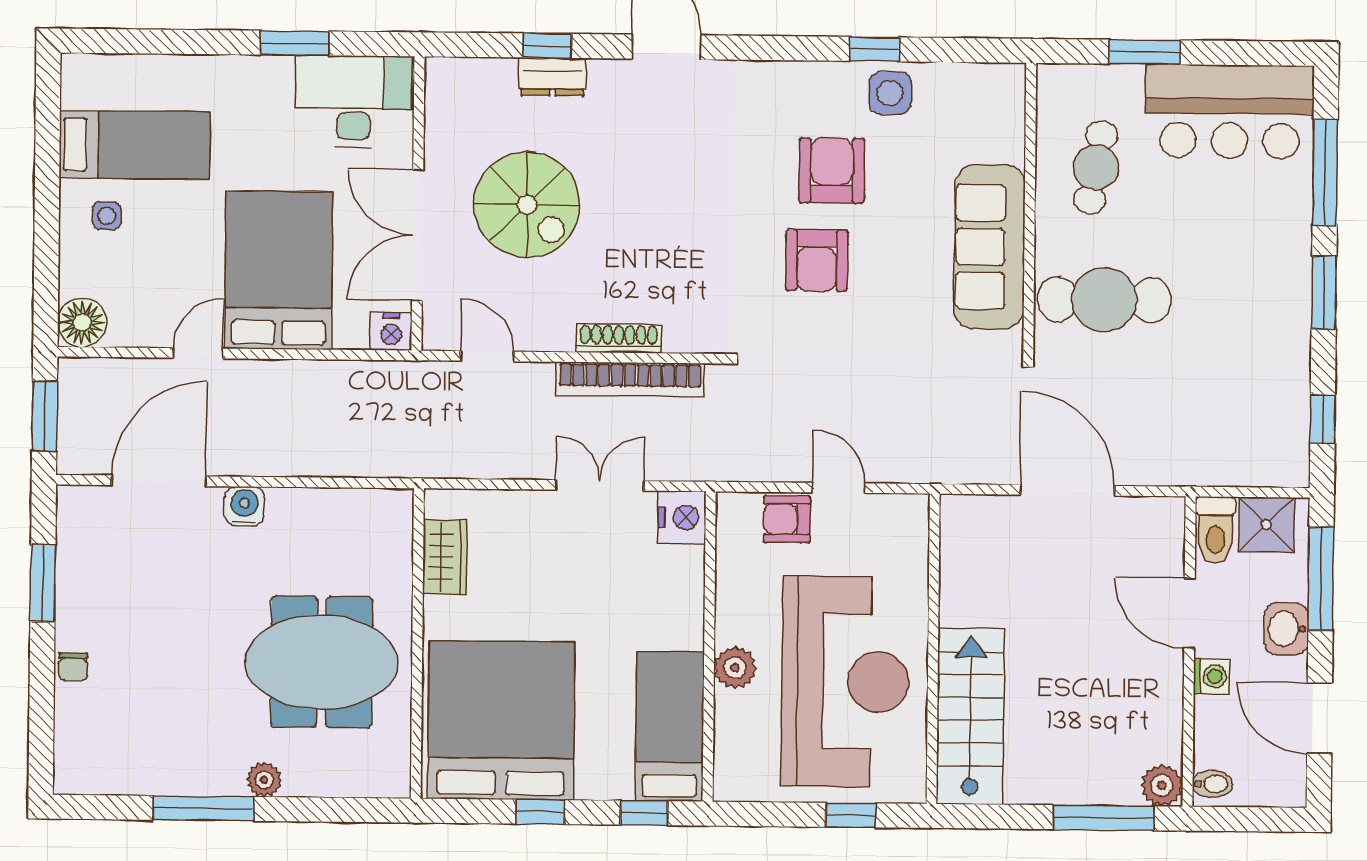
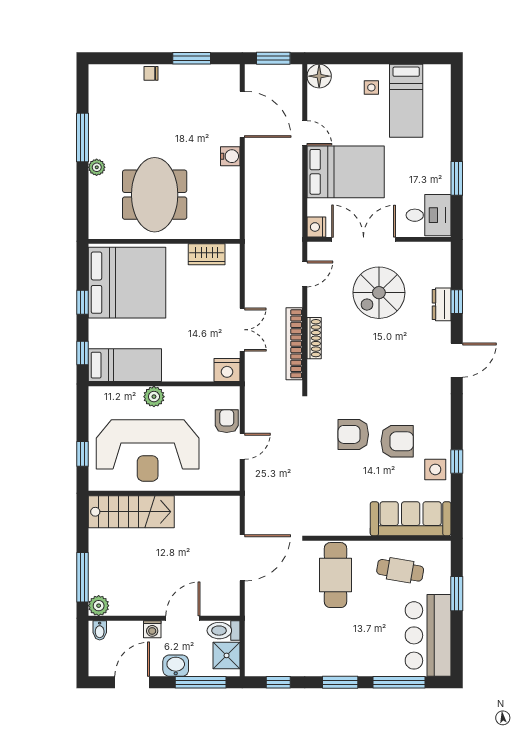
desk: (354, 101) -> (429, 215), width x0.73
sofa: (990, 247) -> (411, 519), moved

